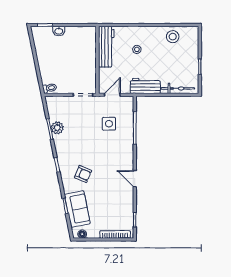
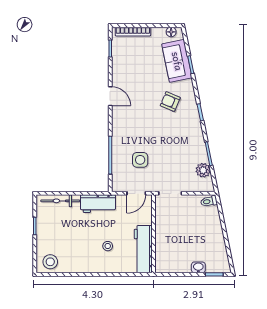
stool: (173, 37) -> (50, 262), moved
plant: (57, 128) -> (203, 170), moved

